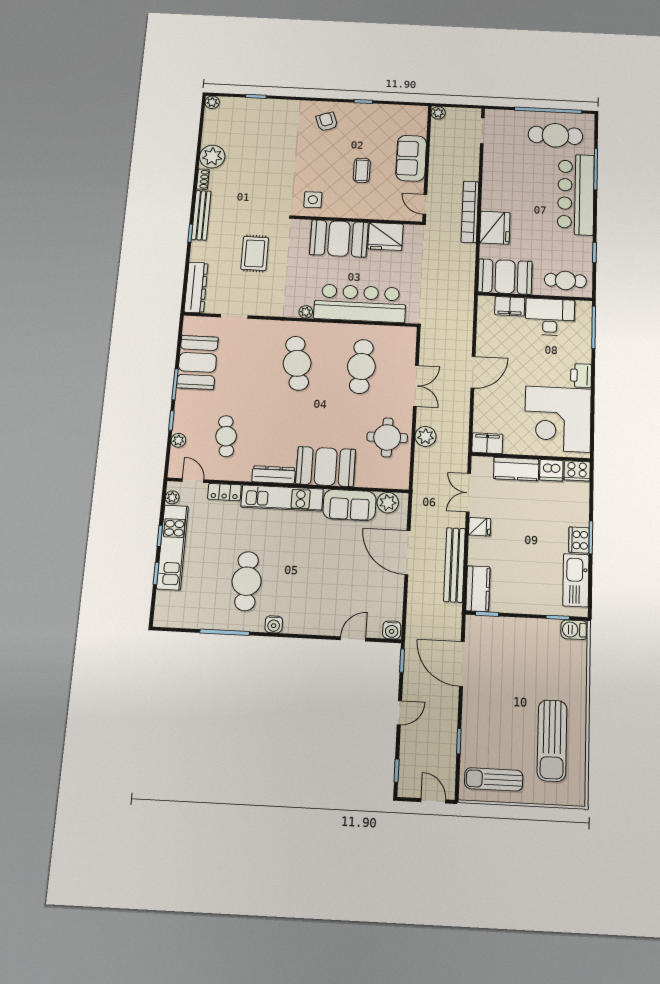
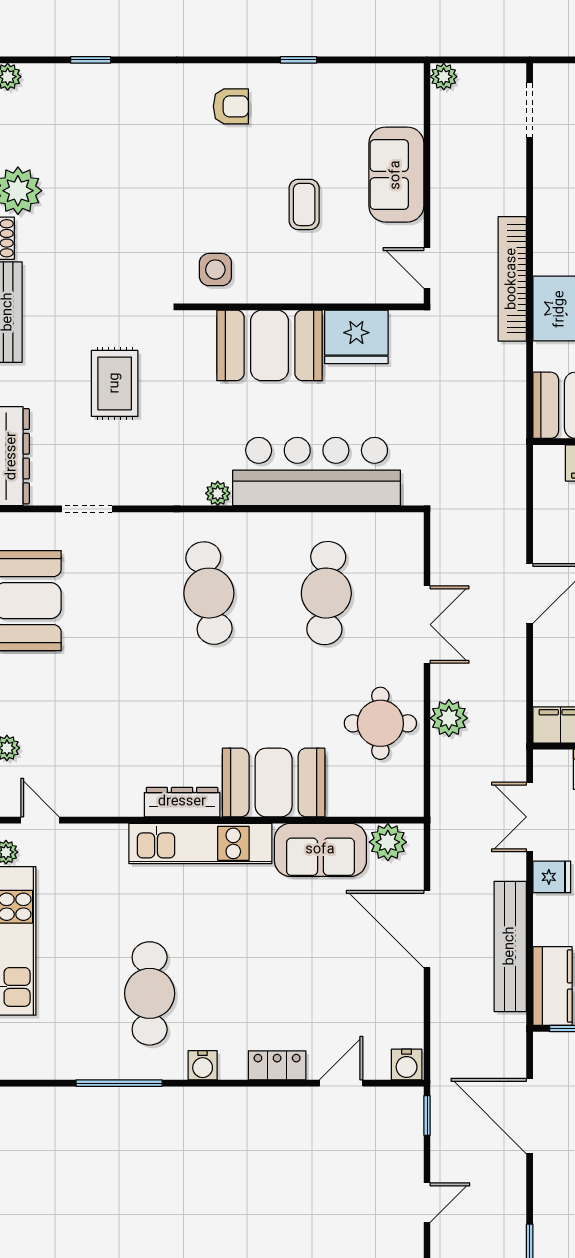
armchair: (327, 122) -> (231, 106), turned 109
cafe table: (226, 436) -> (92, 736), removed
locker: (224, 492) -> (277, 1065), moved, turned 180

